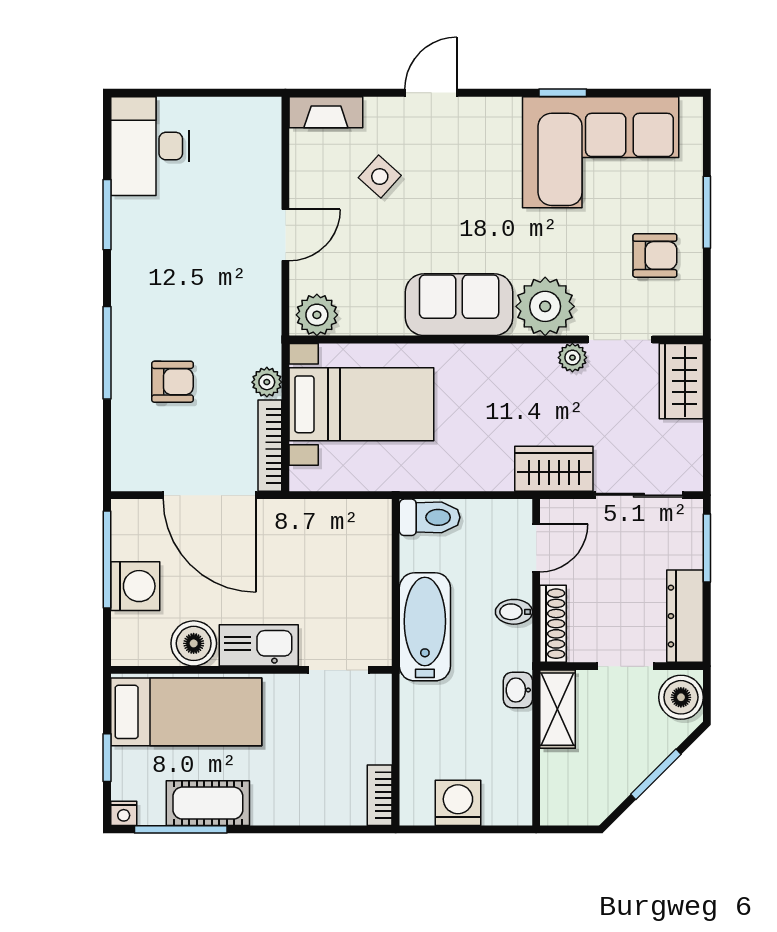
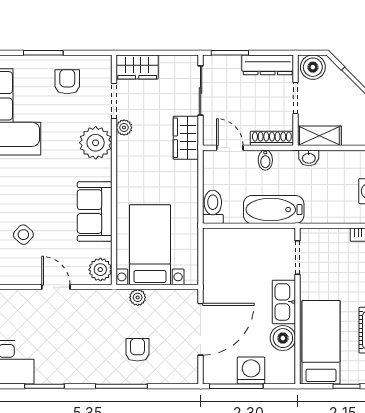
sofa: (459, 305) -> (95, 212), moved
bookcase: (270, 446) -> (173, 296), removed

